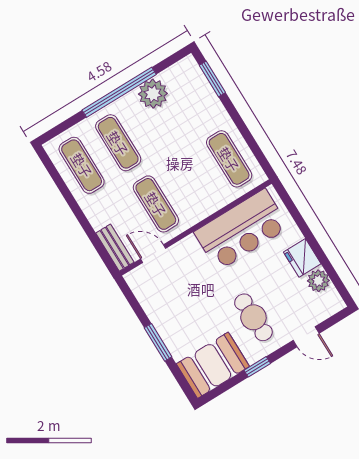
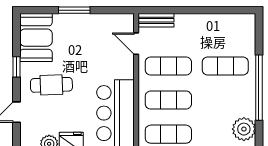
plant: (153, 94) -> (244, 129), moved
exercise mat: (82, 165) -> (168, 100), moved
door: (153, 254) -> (136, 44), swing flipped

